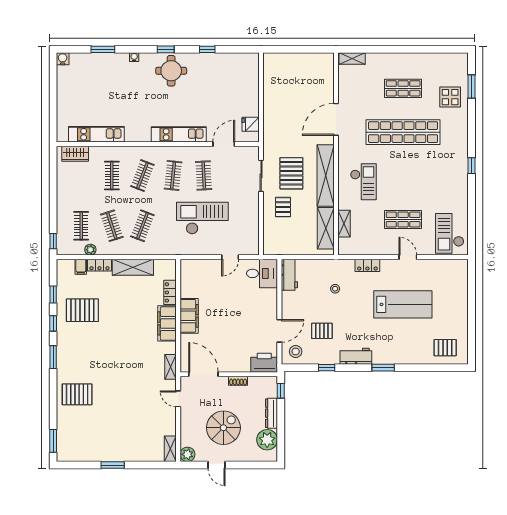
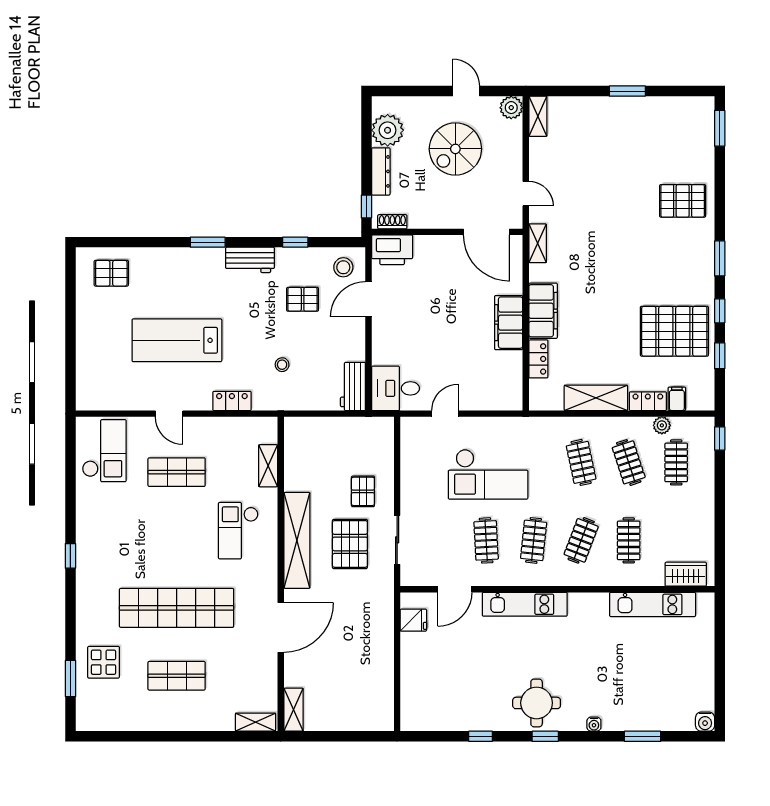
clothes rail: (142, 226) -> (581, 462), turned -33
shelving: (326, 228) -> (293, 710), moved, width x0.67, depth x0.75
pallet: (82, 310) -> (674, 331), width x1.37, depth x1.41
shoe rack: (238, 381) -> (392, 222), moved

